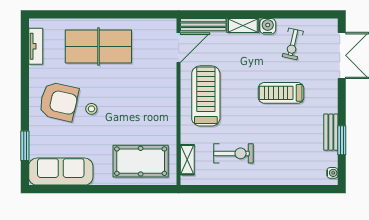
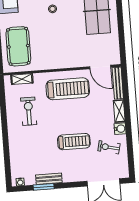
treadmill: (281, 93) -> (74, 142), turned 90
exercise bike: (233, 153) -> (29, 111), turned 180

